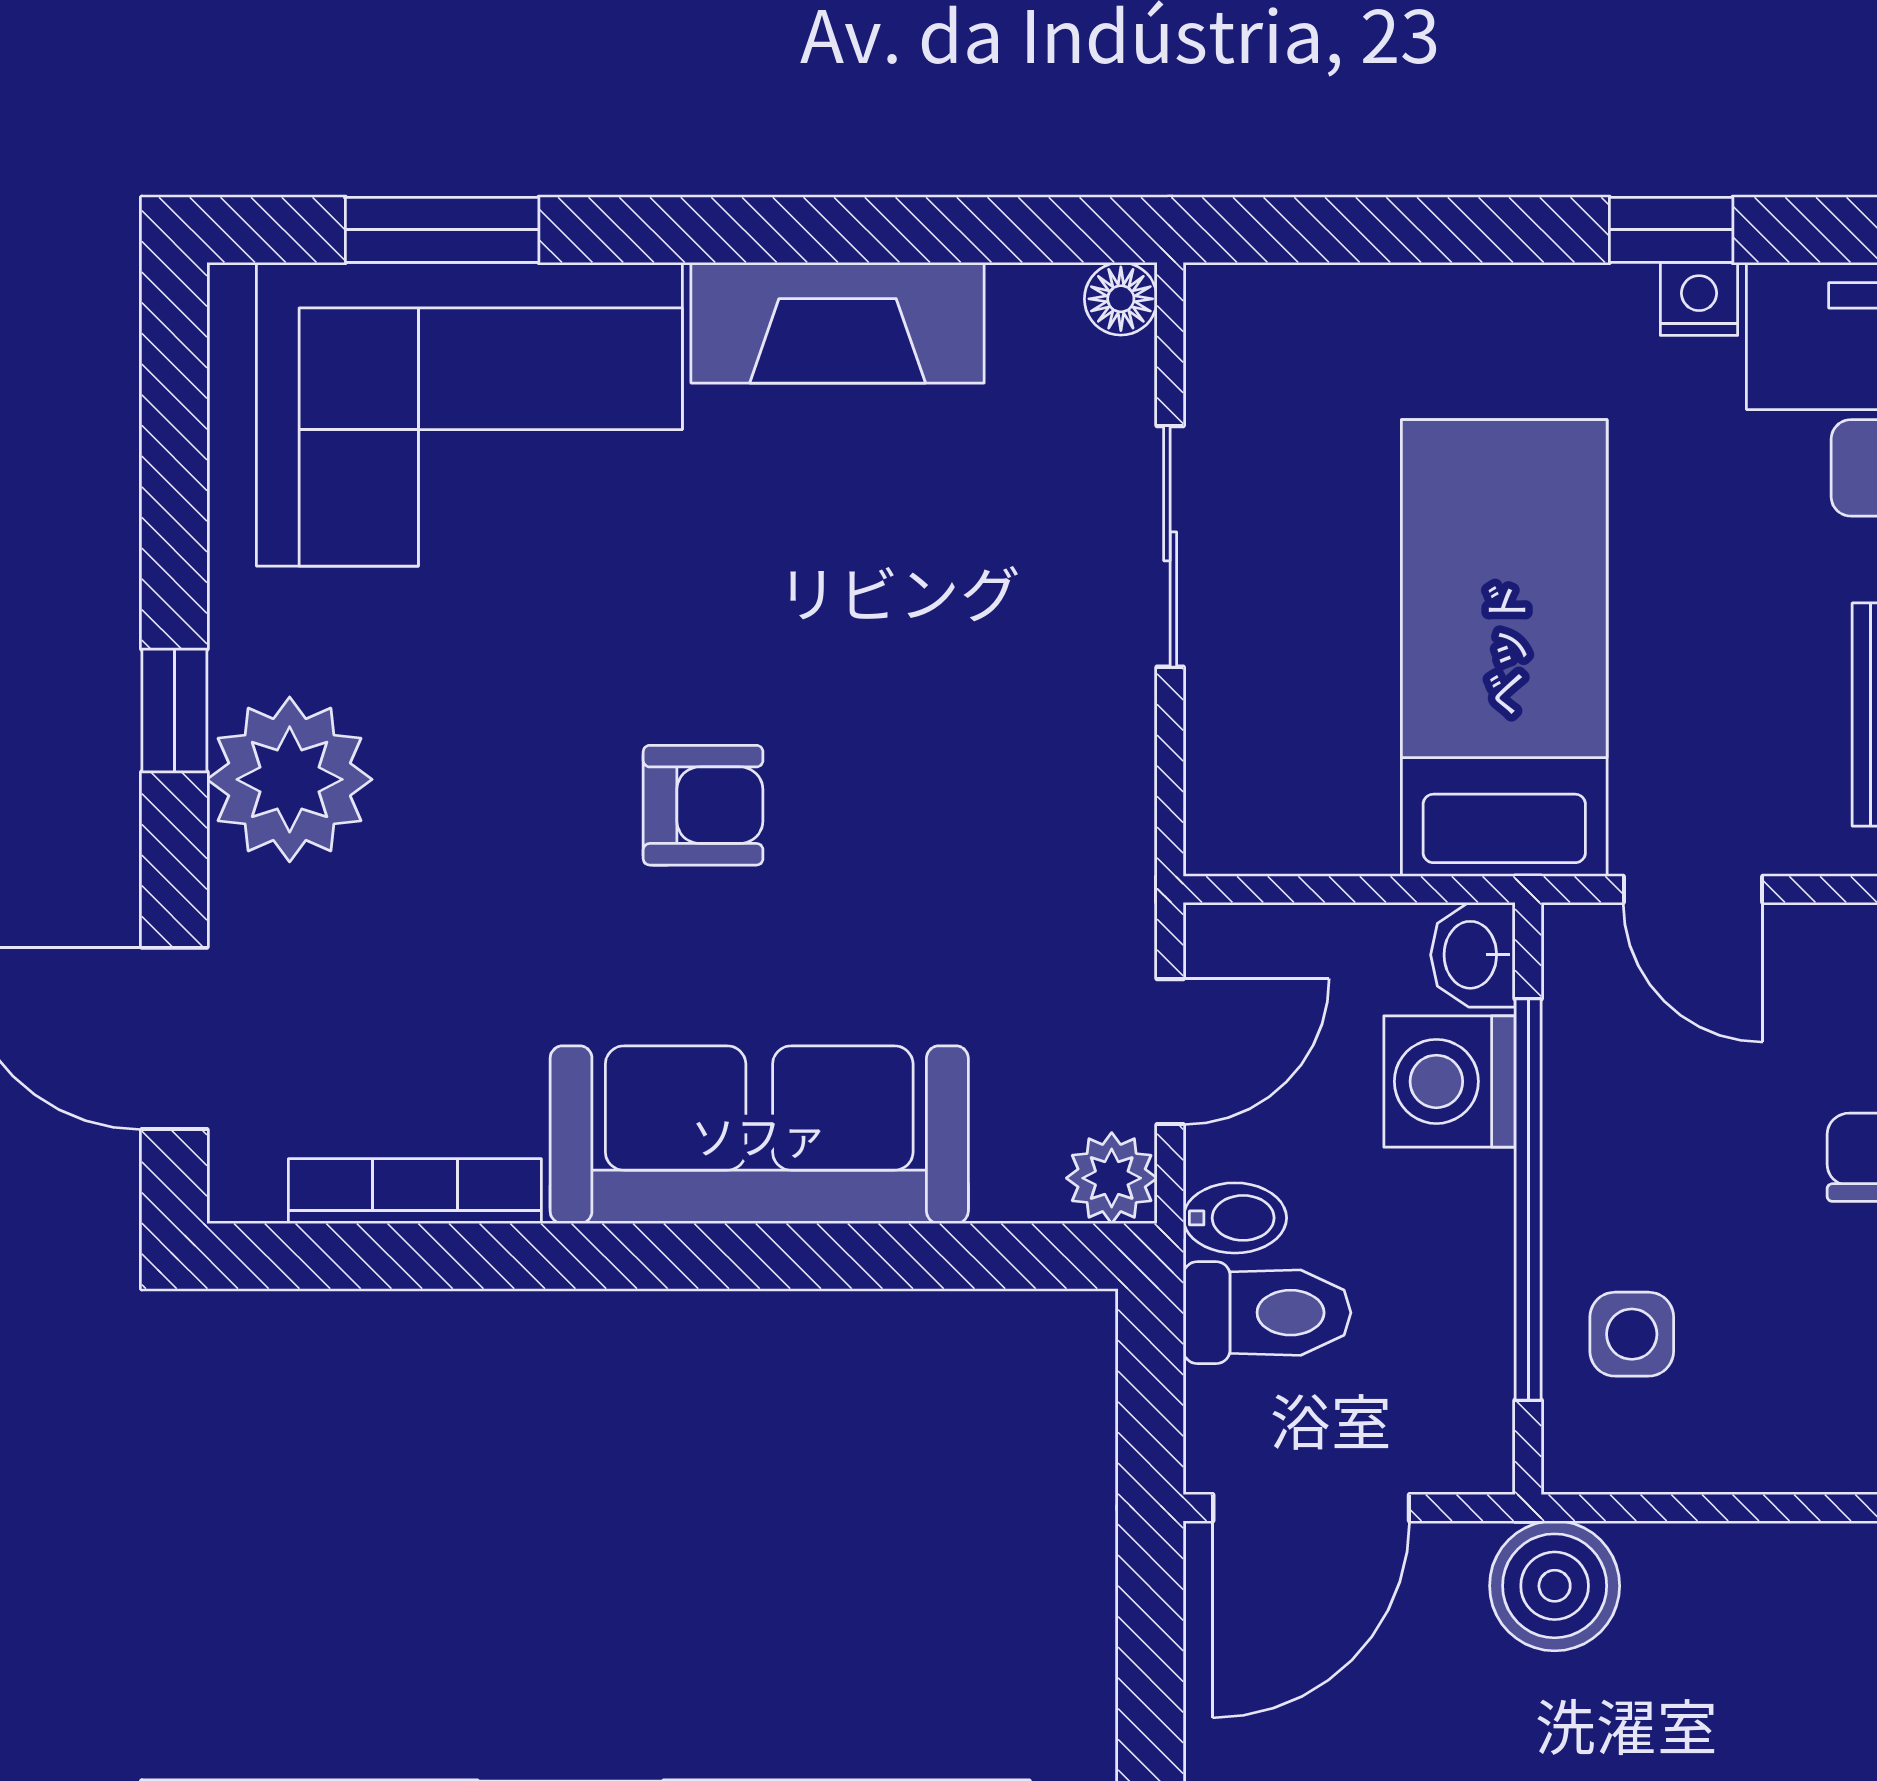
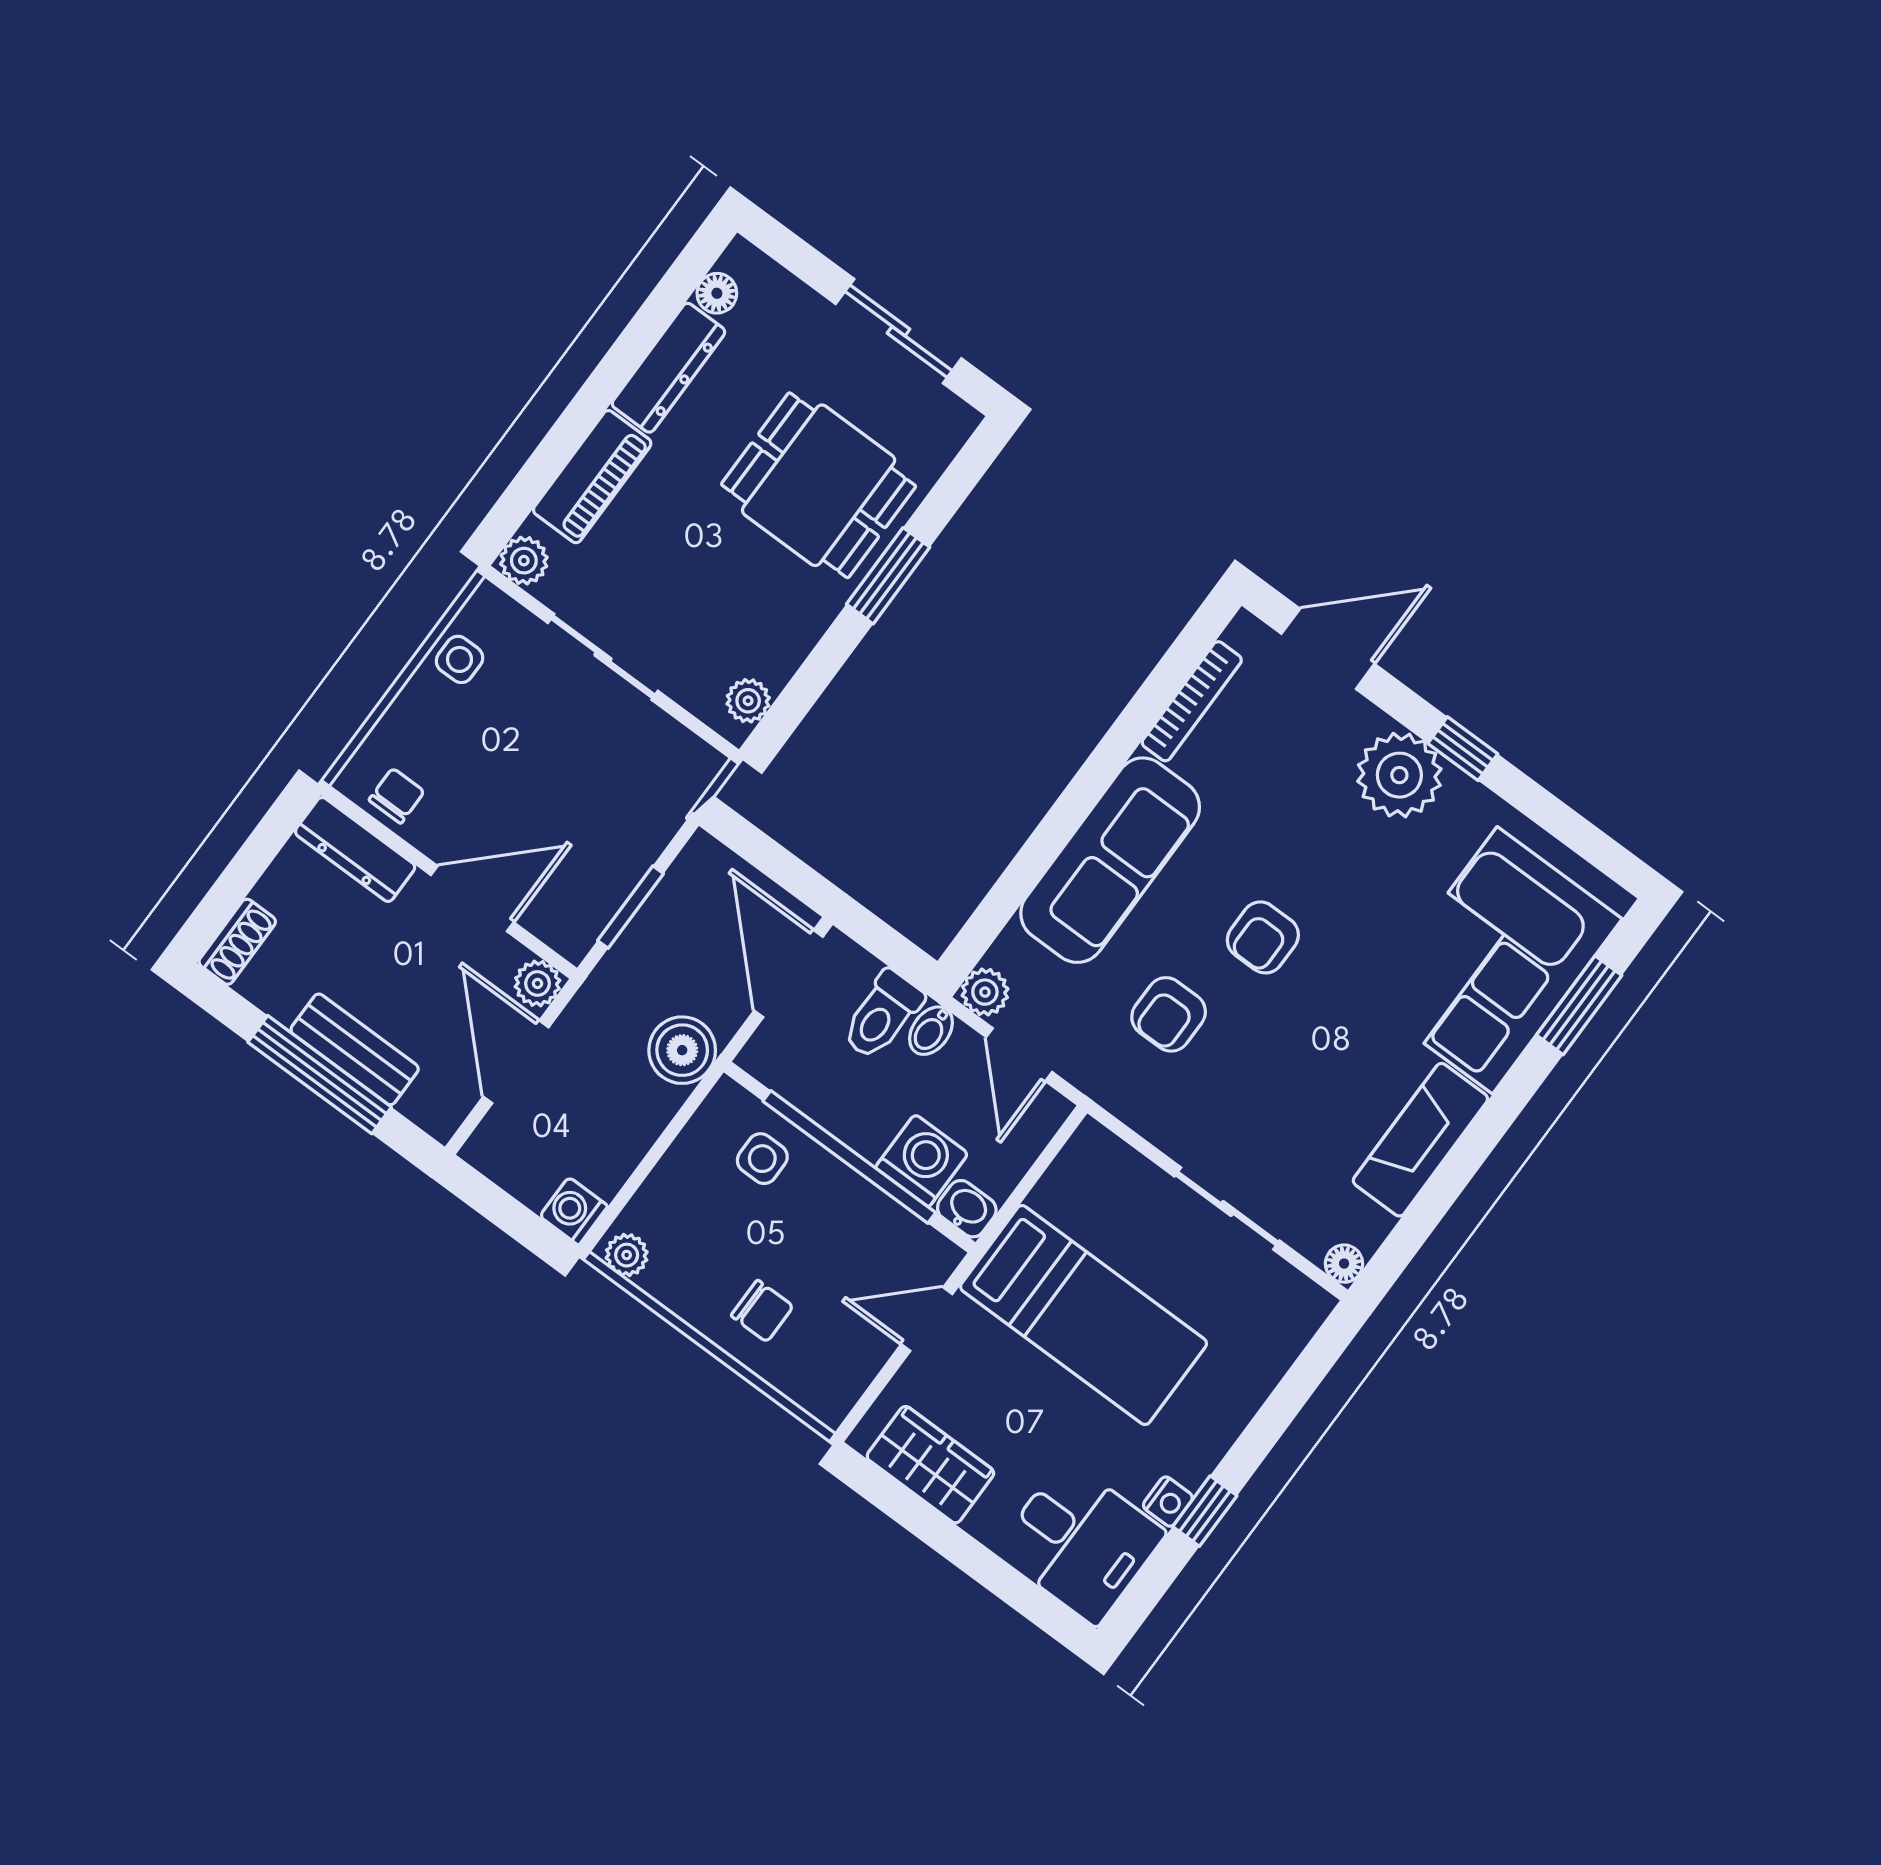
armchair: (933, 864) -> (1169, 1014), added

